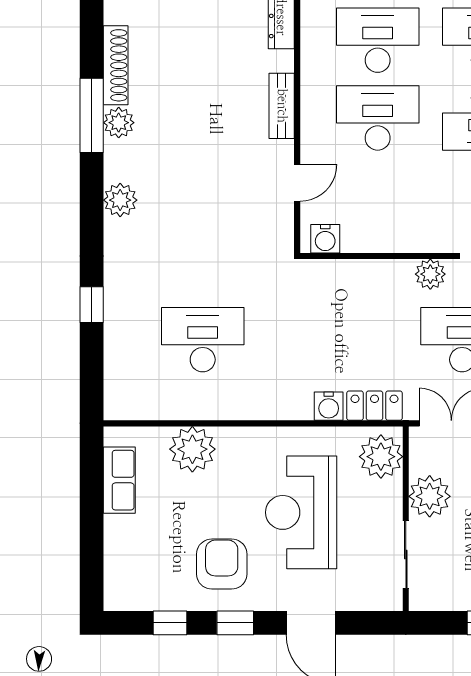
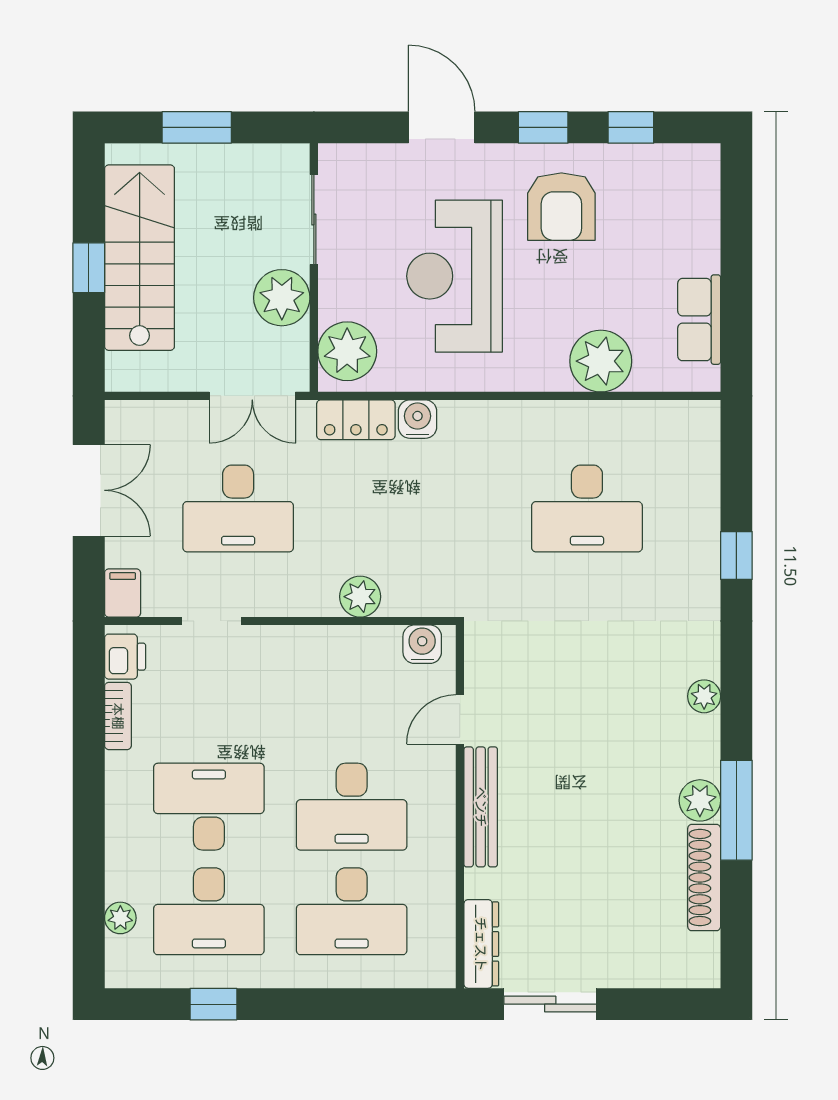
bench: (282, 106) -> (481, 807), width x1.36
plant: (120, 200) -> (704, 696), width x0.73, depth x0.73
plant: (430, 274) -> (360, 597), moved
reception desk: (301, 512) -> (455, 276), turned 180

